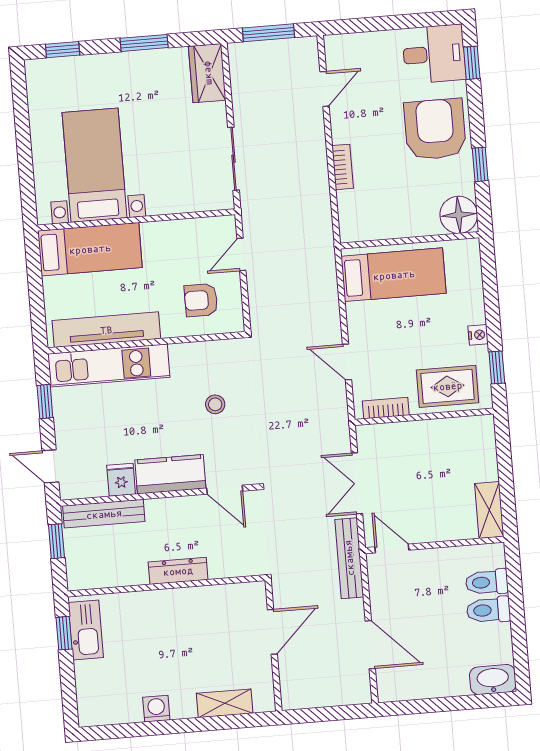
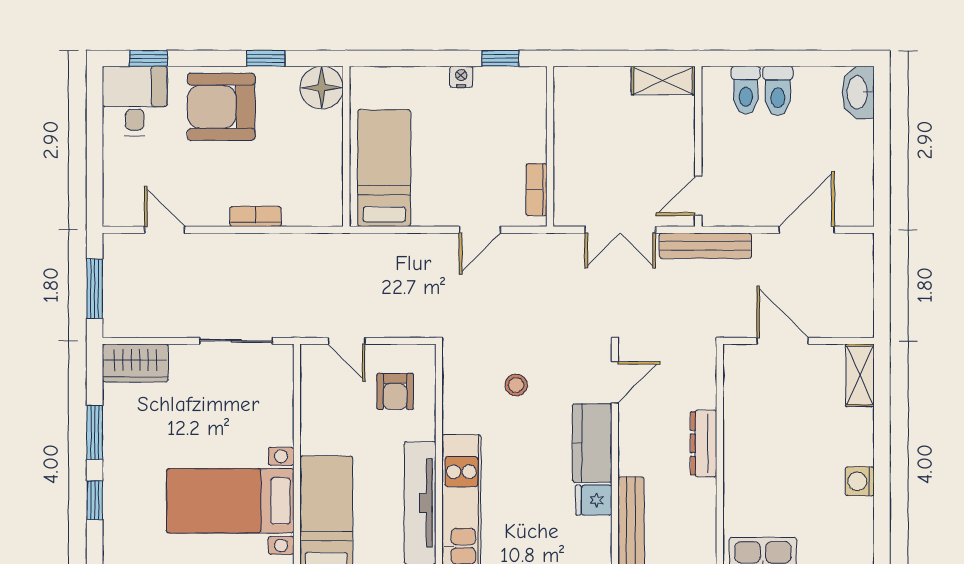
window: (63, 50) -> (95, 500), moved
rug: (448, 386) -> (517, 117), removed
shelving: (225, 703) -> (860, 375), moved

